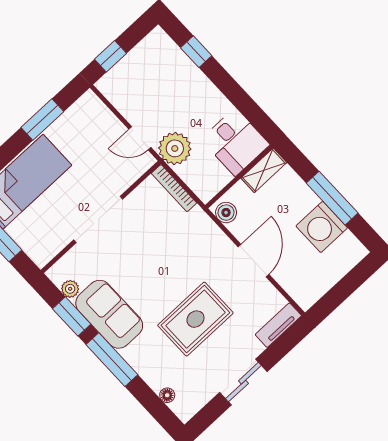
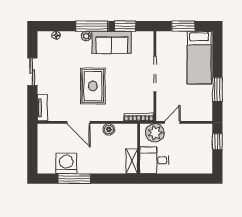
window: (196, 52) -> (187, 179), removed
desk: (235, 142) -> (154, 160), moved
shelving: (264, 170) -> (132, 161), moved
wall: (239, 177) -> (139, 149), moved
plant: (70, 289) -> (86, 36), moved
rug: (195, 319) -> (93, 86), moved

